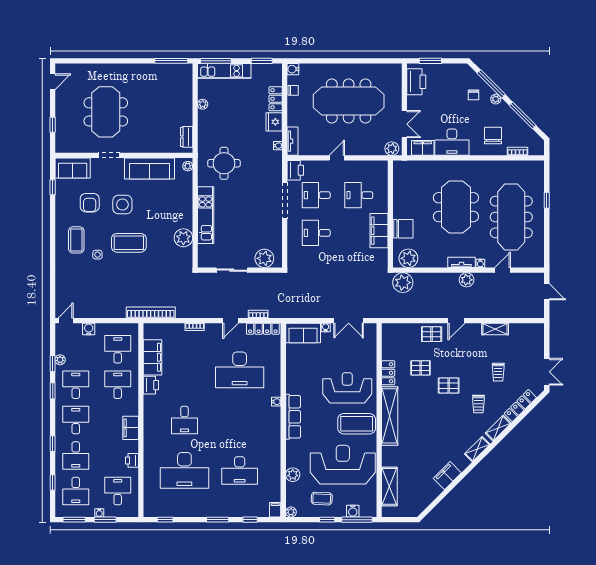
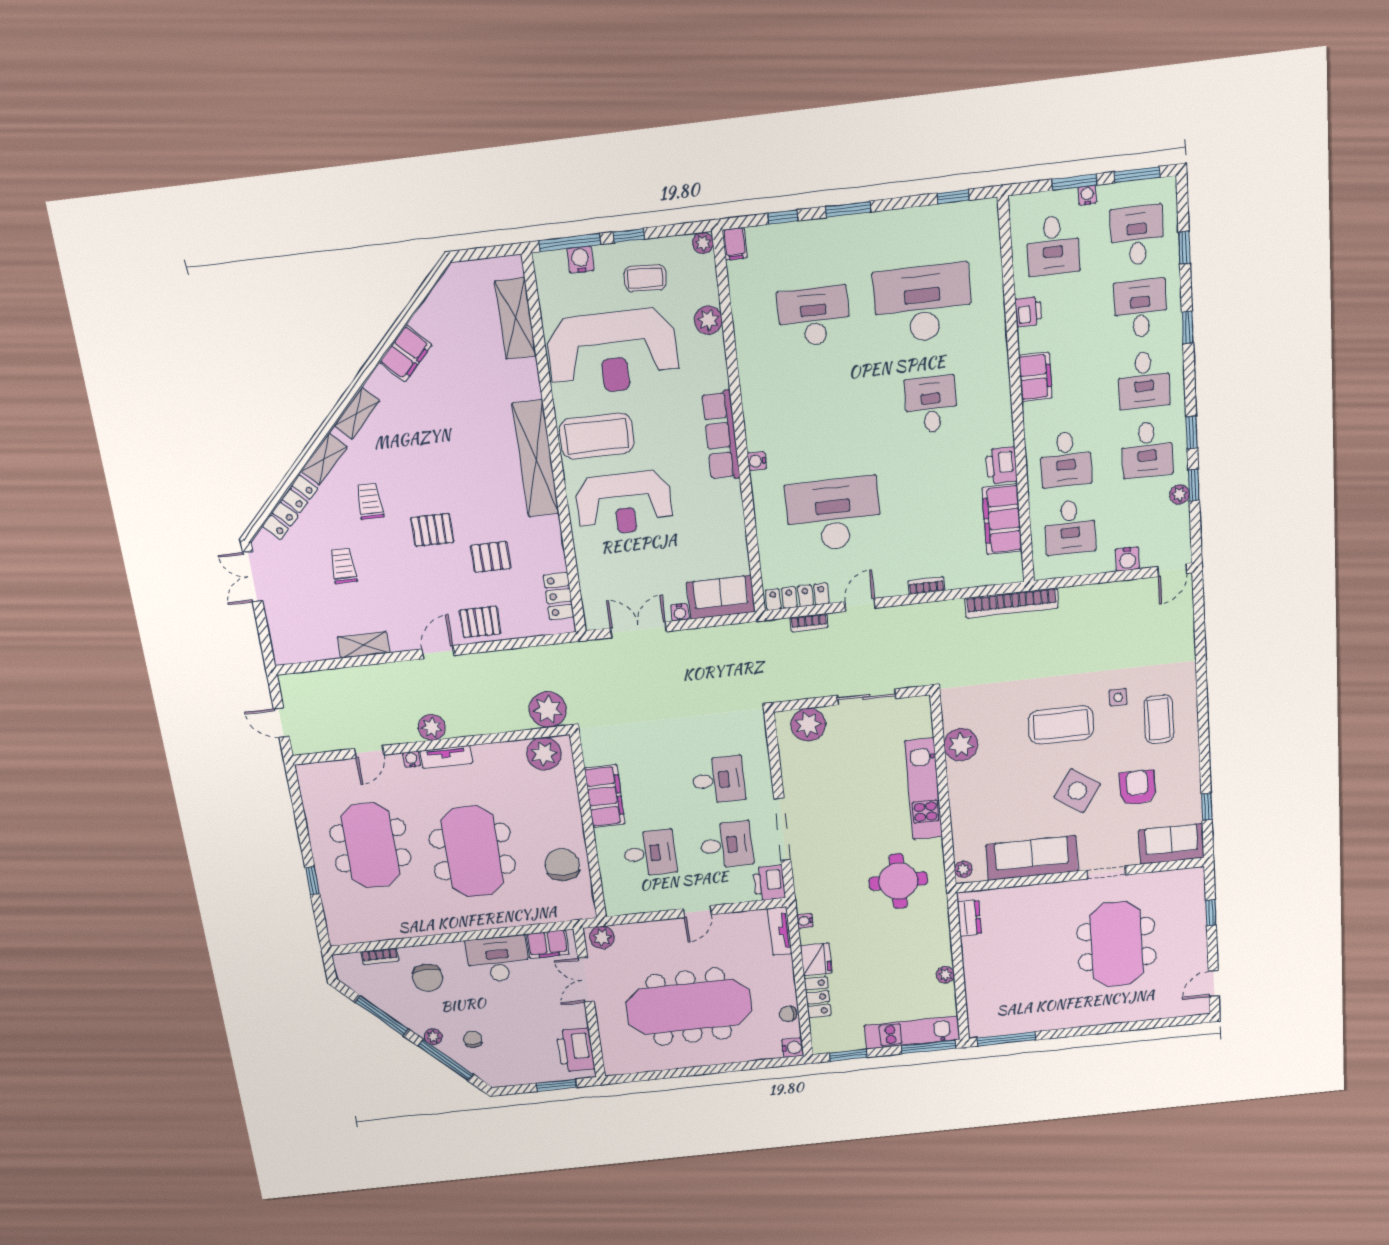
side table: (122, 205) -> (1077, 791), turned 35
meeting table: (511, 217) -> (370, 845), width x0.73
chair: (403, 229) -> (562, 865), moved, turned 90
locker: (388, 373) -> (559, 596), moved

